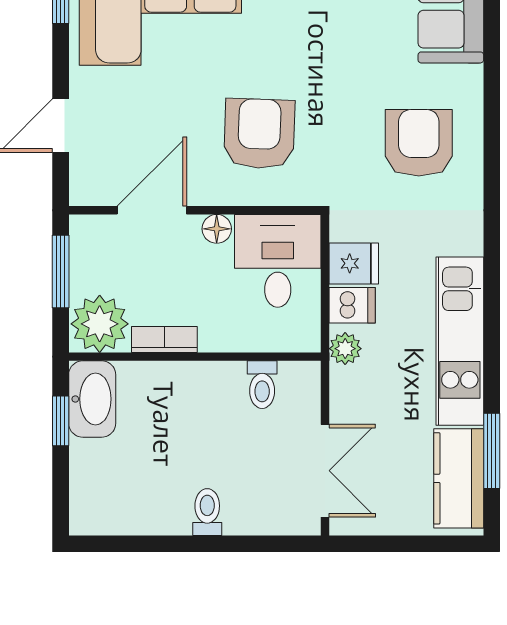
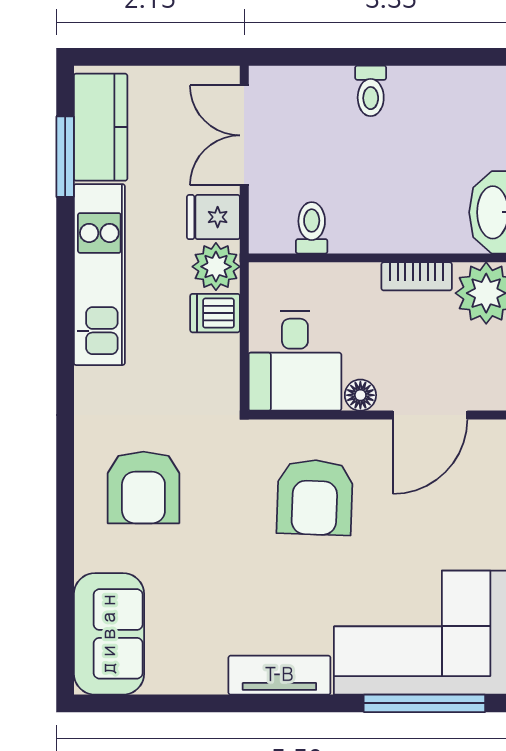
fridge: (354, 263) -> (213, 217), moved
plant: (345, 349) -> (216, 267), width x1.38, depth x1.38

